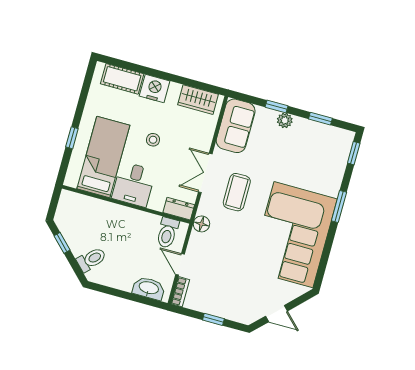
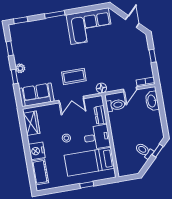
dresser: (179, 209) -> (100, 115), moved
corner sofa: (293, 235) -> (90, 26), width x0.73, depth x0.74
window: (62, 243) -> (158, 151), moved
toilet: (91, 259) -> (144, 151), moved

